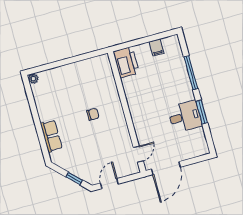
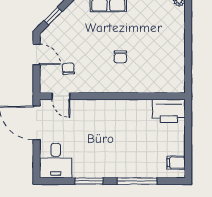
filing cabinet: (157, 47) -> (176, 163), moved
desk: (185, 117) -> (56, 161), moved
chair: (114, 154) -> (68, 69), added

